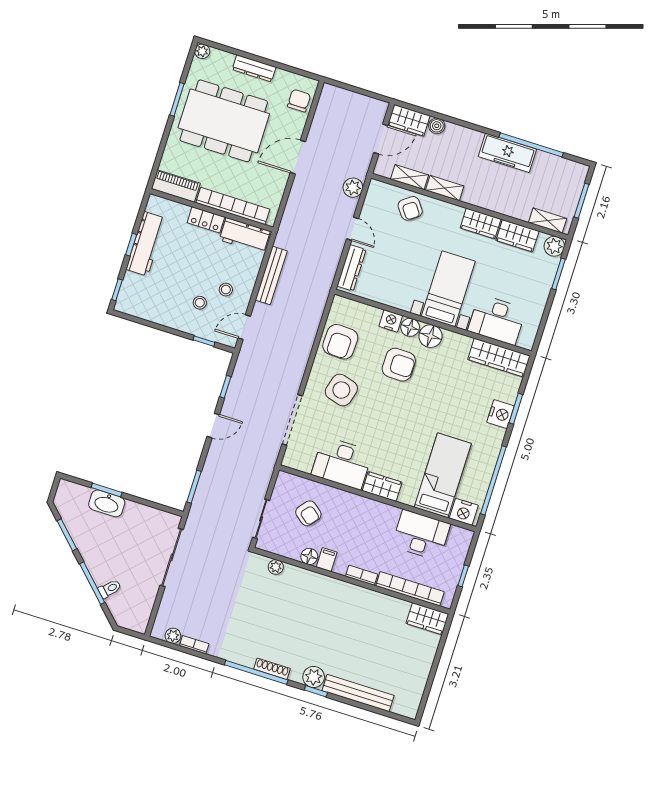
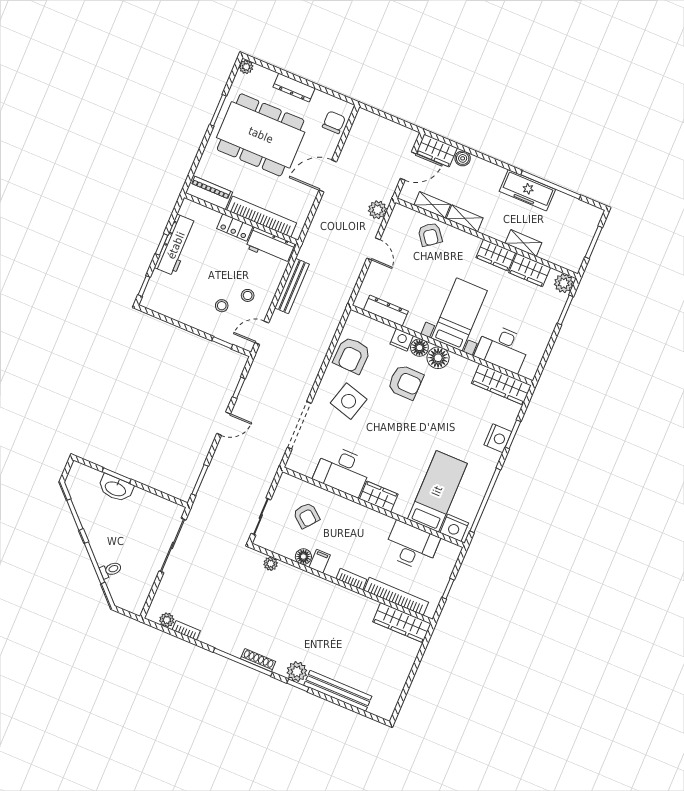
shelving: (548, 221) -> (523, 243), moved
dresser: (351, 268) -> (386, 311), moved, turned -90
wardrobe: (427, 619) -> (402, 623), width x1.50

